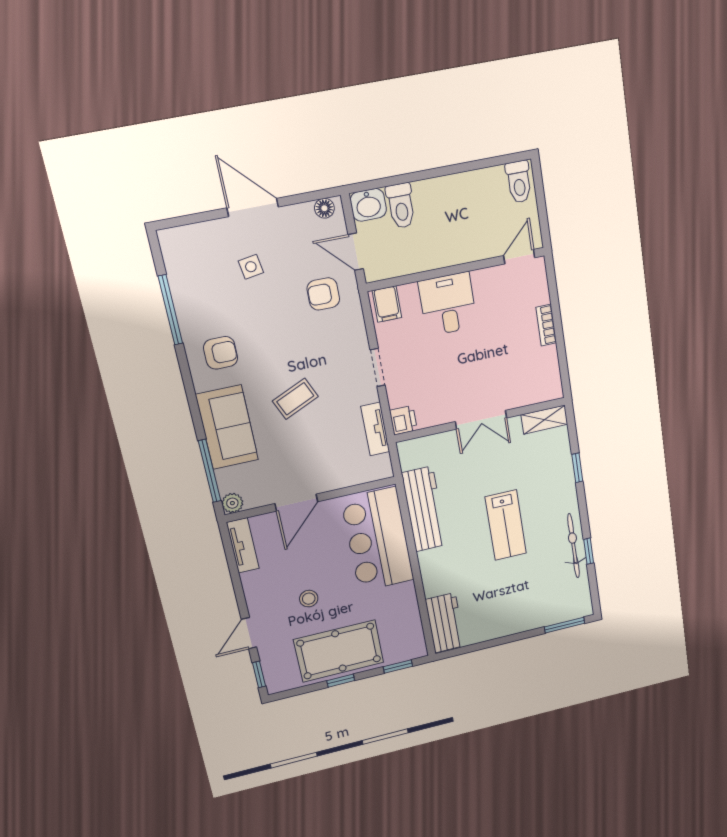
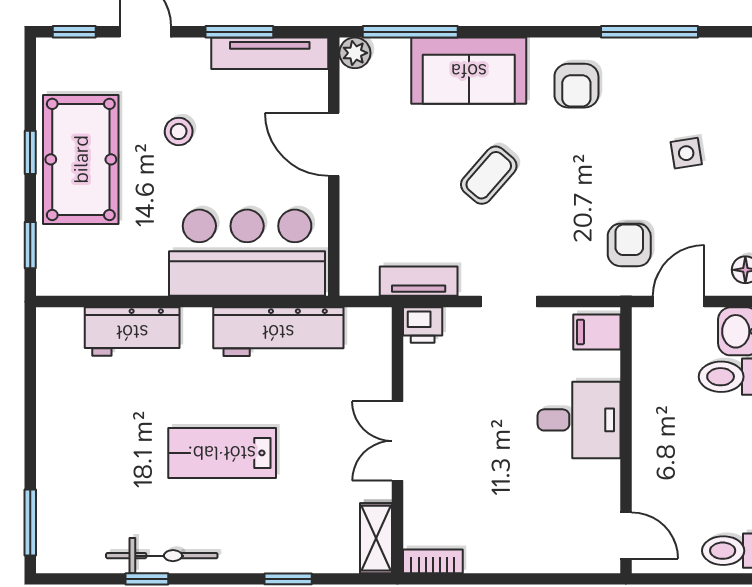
bookcase: (546, 325) -> (433, 561), moved
coffee table: (295, 399) -> (489, 175), turned 65
tv unit: (243, 545) -> (270, 53), width x1.41
window: (235, 578) -> (239, 32), added
workbench: (445, 623) -> (132, 332), moved

